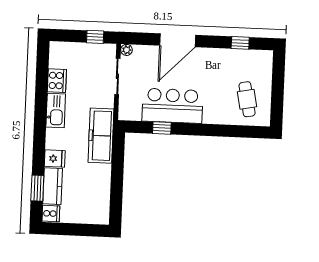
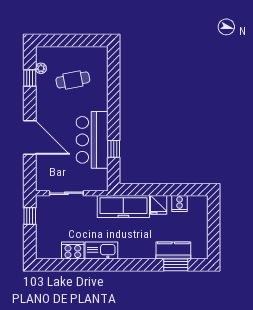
plant: (127, 50) -> (41, 68), moved
cafe table: (247, 99) -> (73, 80), moved
fridge: (55, 159) -> (159, 205), moved, turned 180
cooker: (51, 213) -> (180, 203), moved, turned 180

